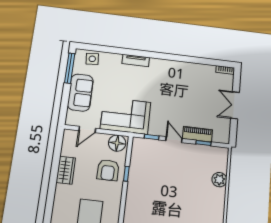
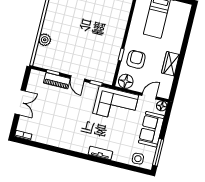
floor lamp: (71, 120) -> (162, 106), added

